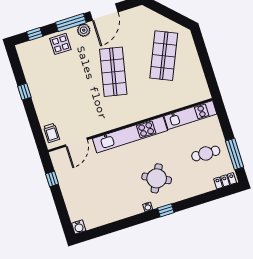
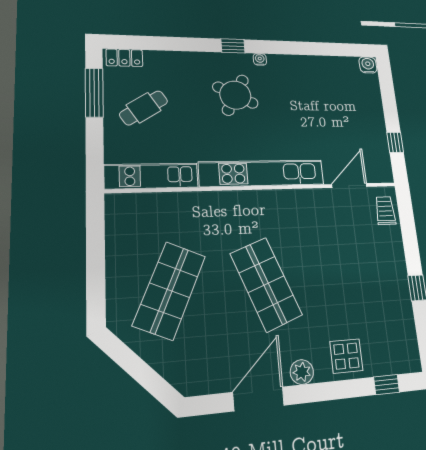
window: (71, 22) -> (322, 392), removed
shop shelf: (113, 72) -> (266, 284), turned -33
cafe table: (206, 153) -> (144, 108), turned -35

